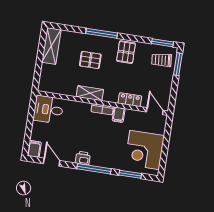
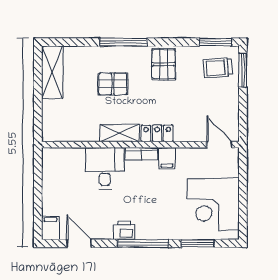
locker: (130, 100) -> (157, 133), moved
desk: (48, 110) -> (105, 168), moved, turned 90

